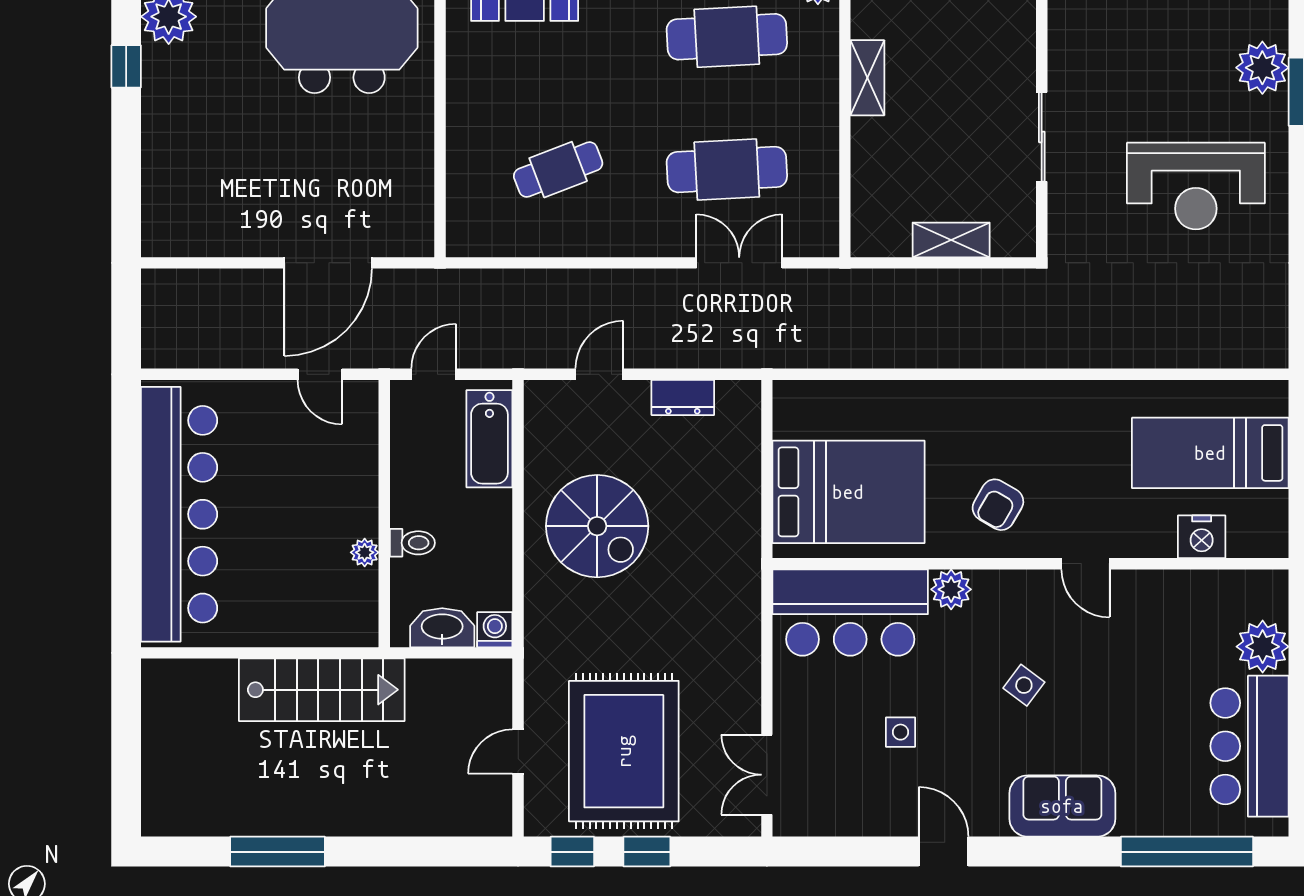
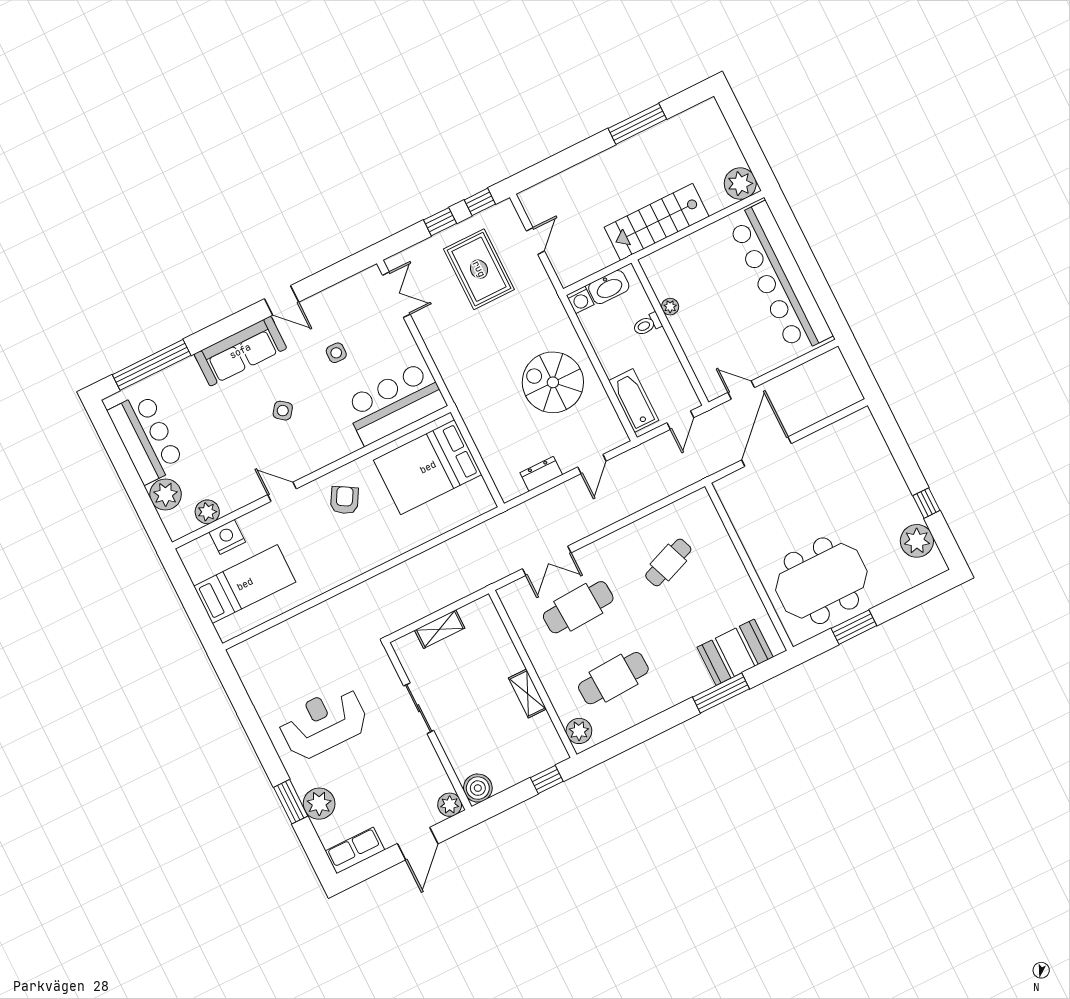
plant: (951, 589) -> (207, 512), moved
plant: (168, 685) -> (740, 184), added
rug: (624, 751) -> (479, 269), width x0.73, depth x0.69
sofa: (1062, 806) -> (240, 351), width x1.36

